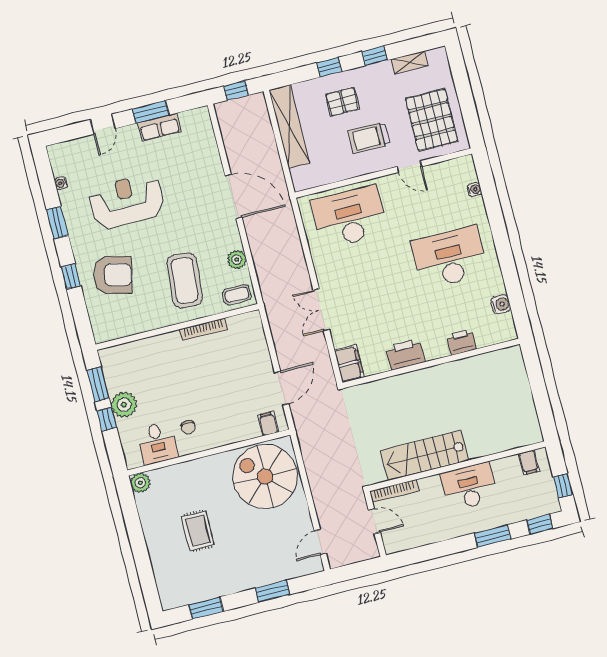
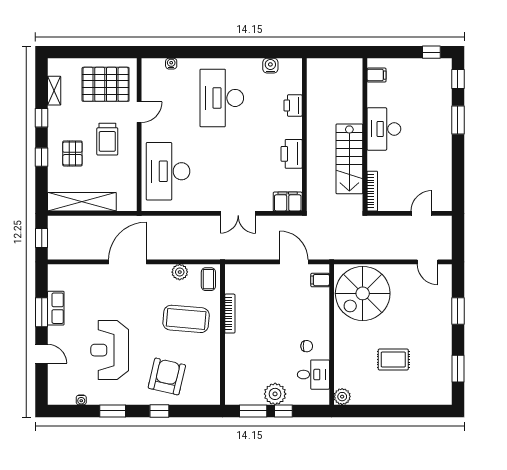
stairs: (425, 455) -> (349, 159), moved
filing cabinet: (529, 462) -> (376, 75), moved
wall: (457, 466) -> (365, 135), moved
desk: (469, 486) -> (384, 129), moved
bookcase: (394, 491) -> (372, 191), moved

